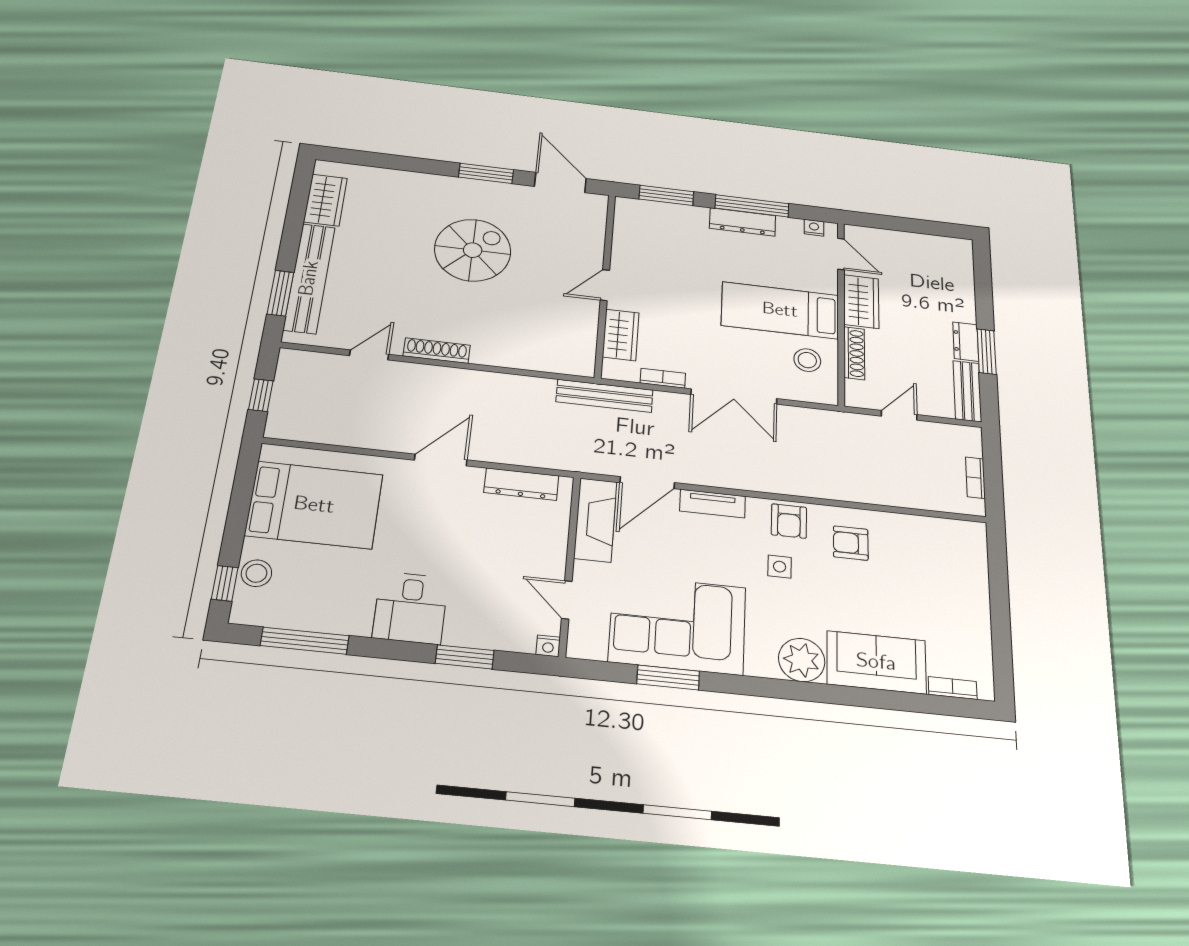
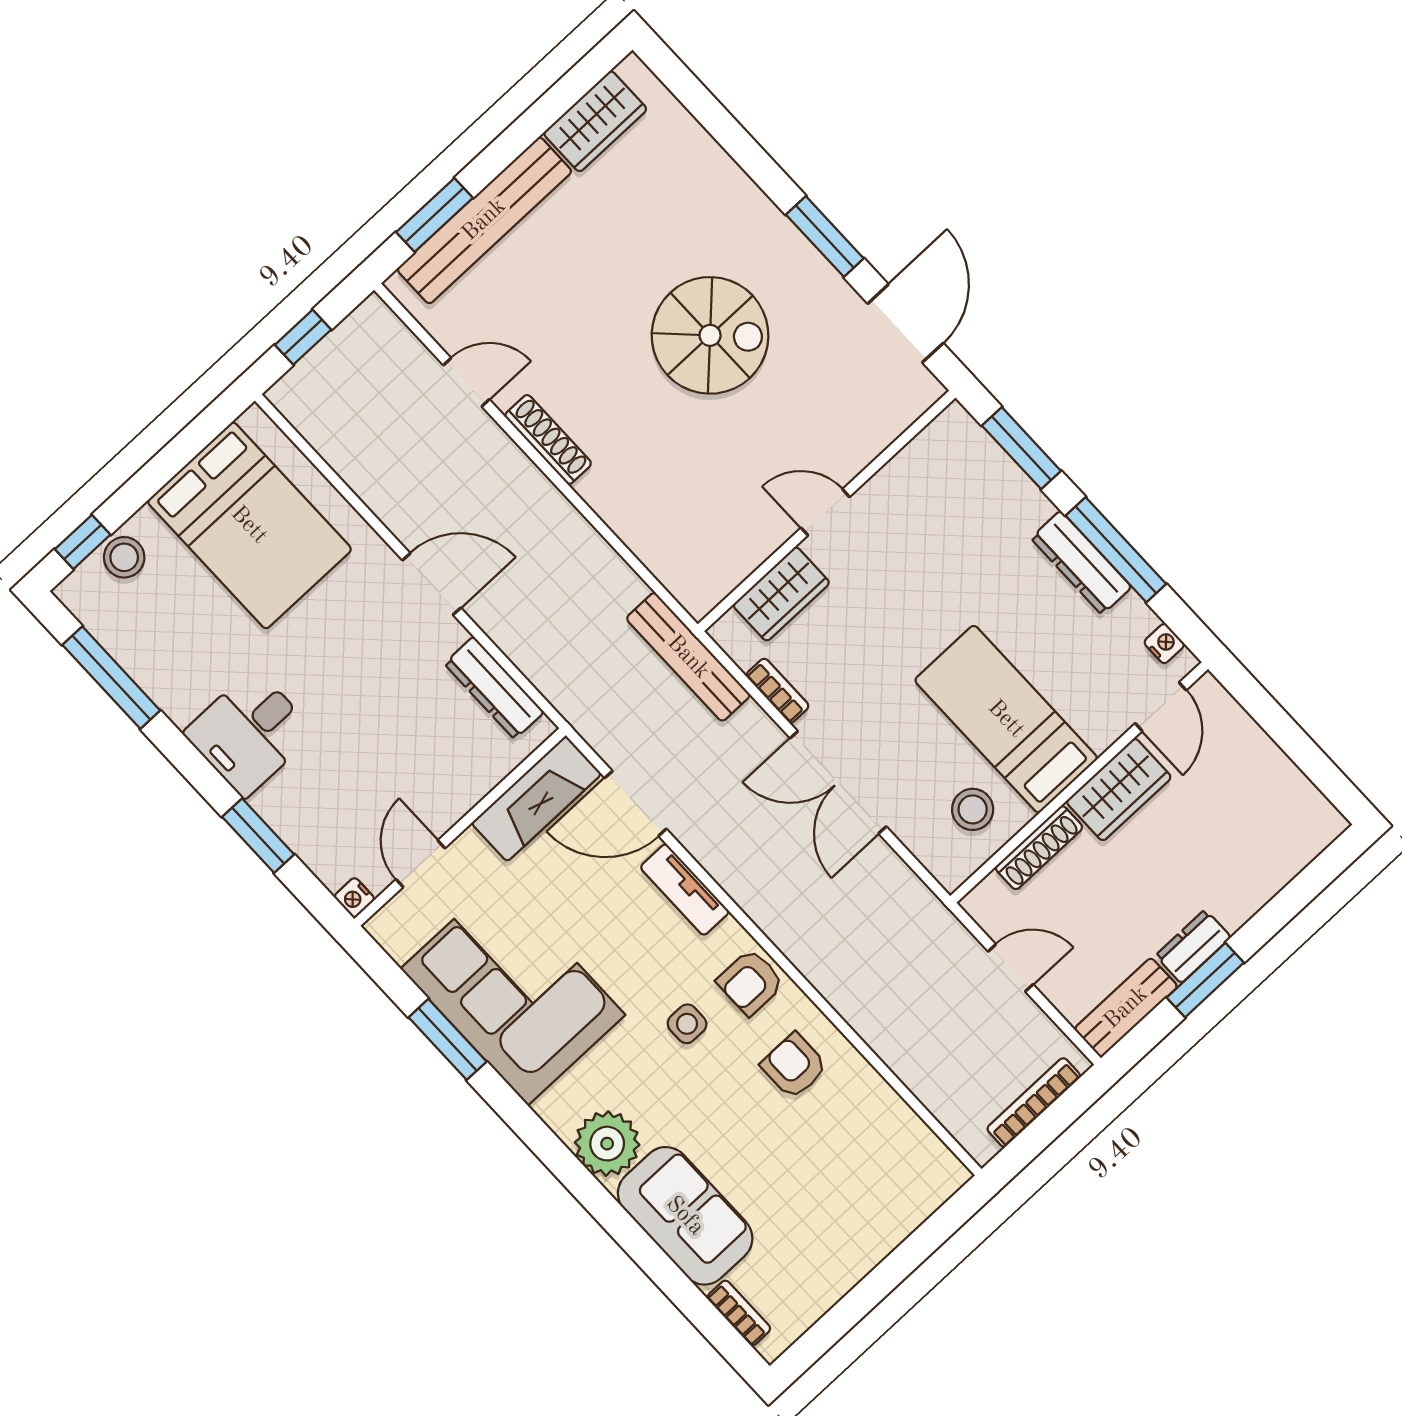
bookcase: (975, 478) -> (1034, 1102), width x1.56

